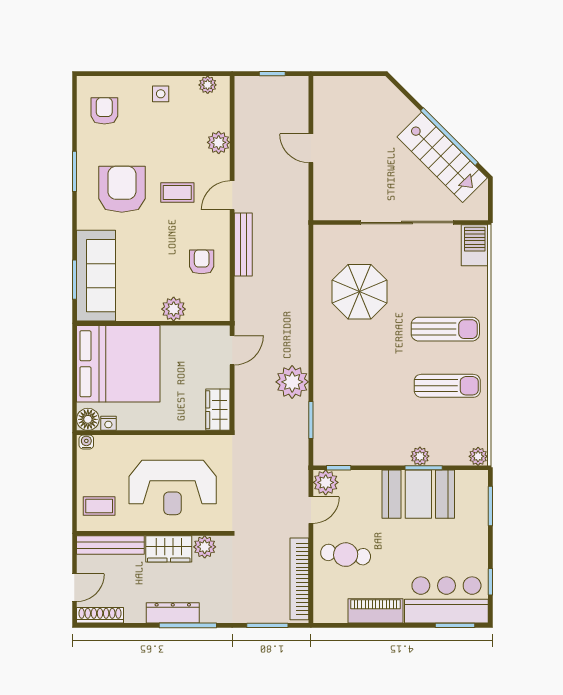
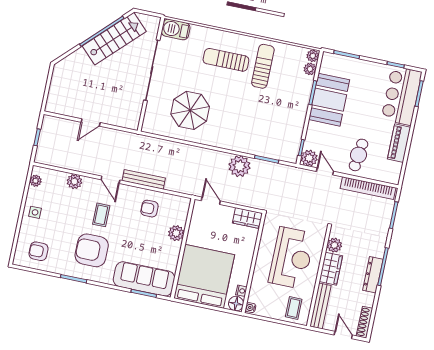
sun lounger: (445, 329) -> (226, 60), turned -90
plant: (420, 456) -> (310, 69), moved

